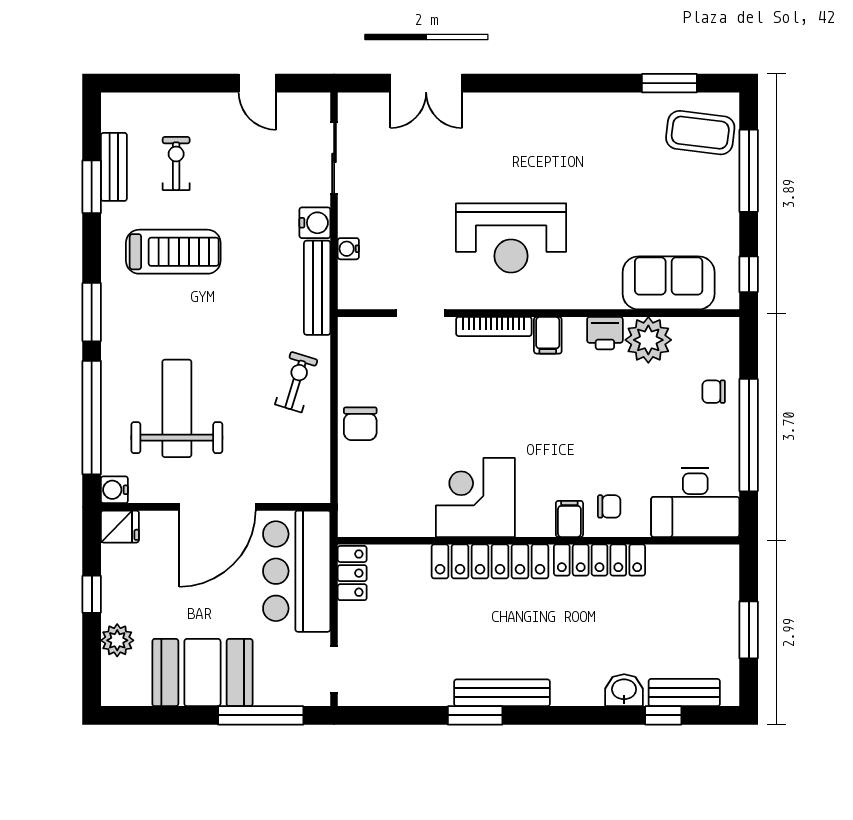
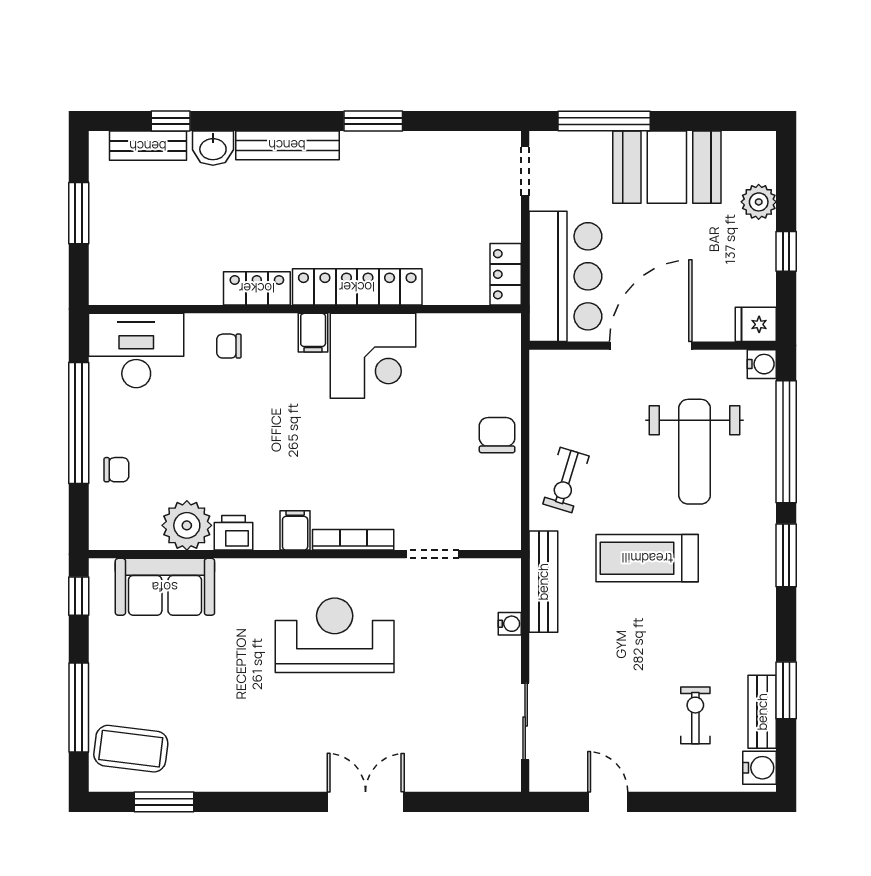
double door: (426, 83) -> (366, 802), moved
exercise bike: (176, 164) -> (695, 715), turned 180
water cooler: (315, 223) -> (760, 768), moved, turned 180
treadmill: (173, 252) -> (647, 558), moved
filing cabinet: (569, 519) -> (313, 333), moved
locker: (599, 560) -> (257, 288), width x0.66
bench: (502, 693) -> (287, 145), moved

